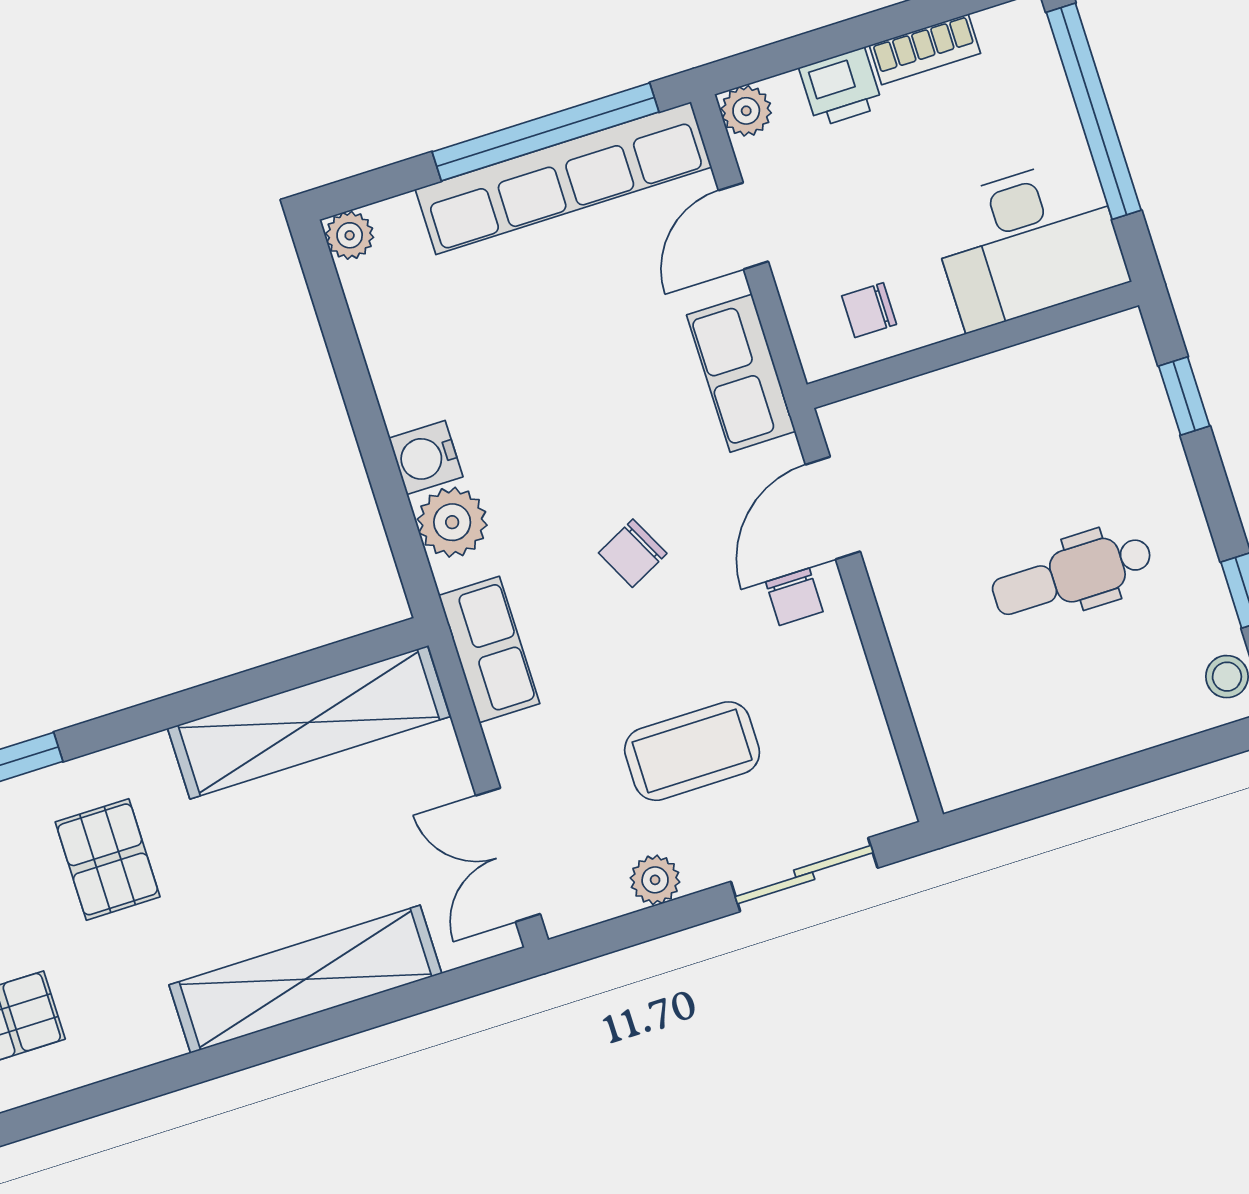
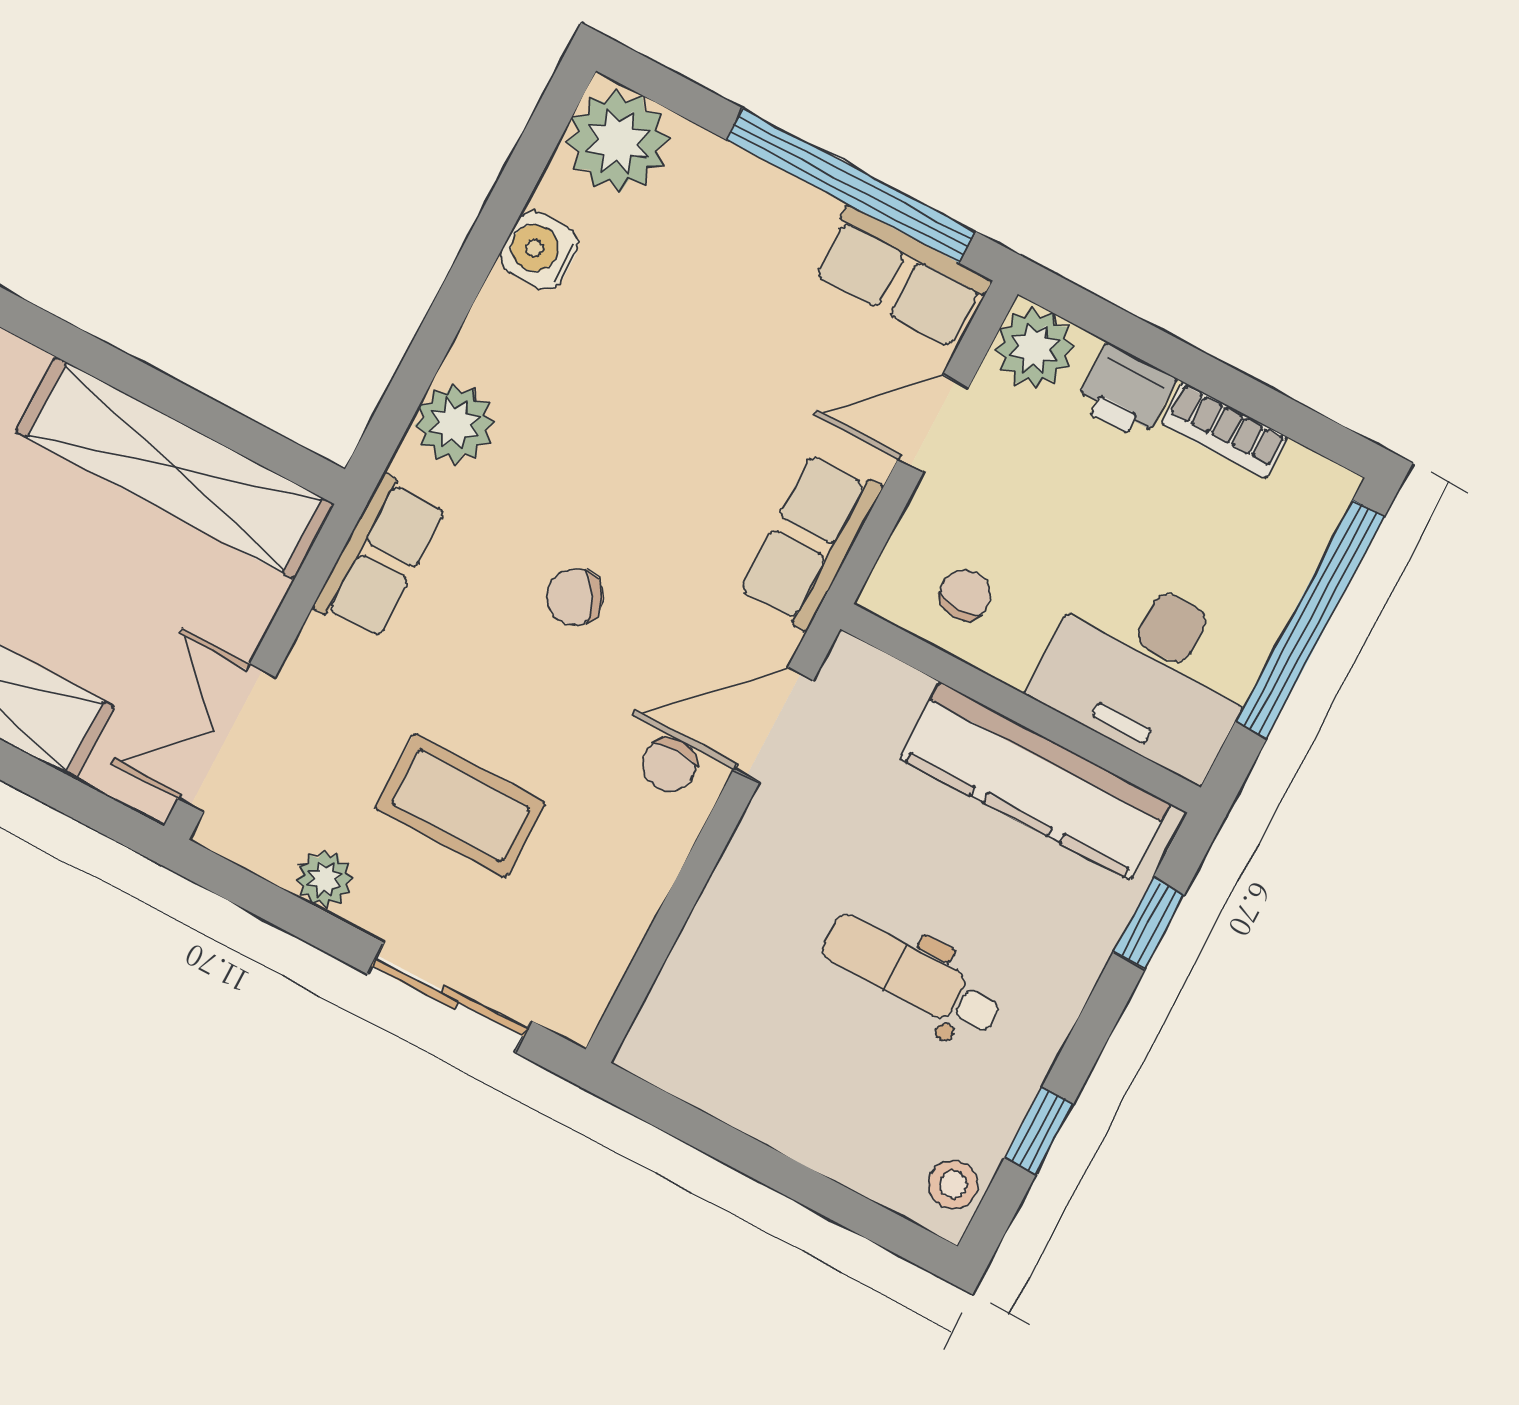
plant: (746, 111) -> (1034, 348), width x1.38, depth x1.38
row of seats: (563, 178) -> (901, 277), width x0.50
plant: (350, 235) -> (618, 141), width x1.88, depth x1.88
chair: (869, 310) -> (965, 595), turned 90
kitchen counter: (1027, 380) -> (1035, 781), added
water cooler: (426, 457) -> (539, 250), moved

